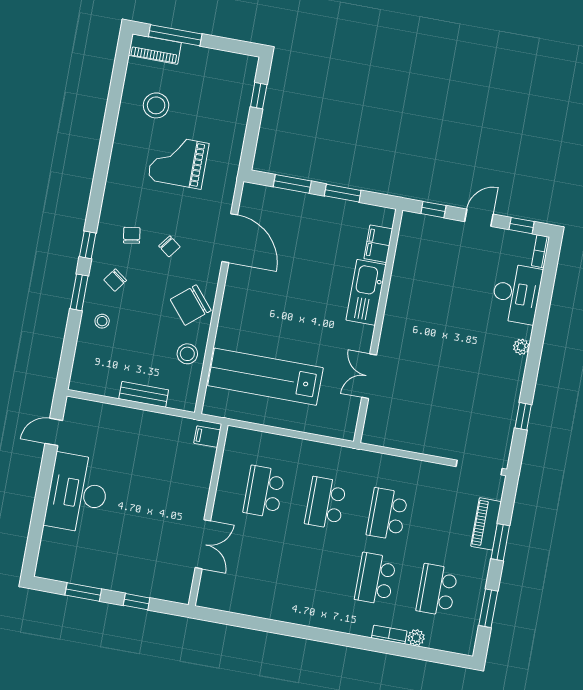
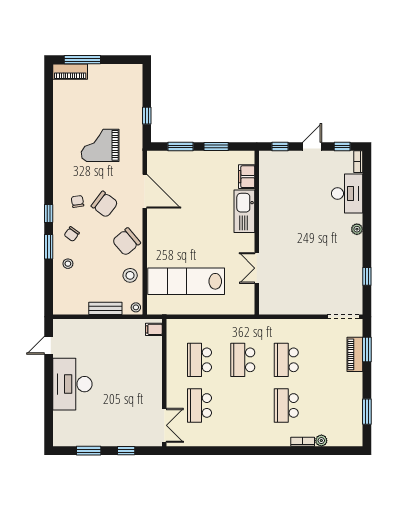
window: (259, 96) -> (147, 116), moved
stool: (156, 105) -> (136, 307), moved, width x0.53, depth x0.53
chair: (169, 246) -> (105, 204), width x1.87, depth x1.87
window: (500, 542) -> (367, 349), moved
double door: (203, 544) -> (164, 425), moved
school desk: (437, 590) -> (199, 405), moved

